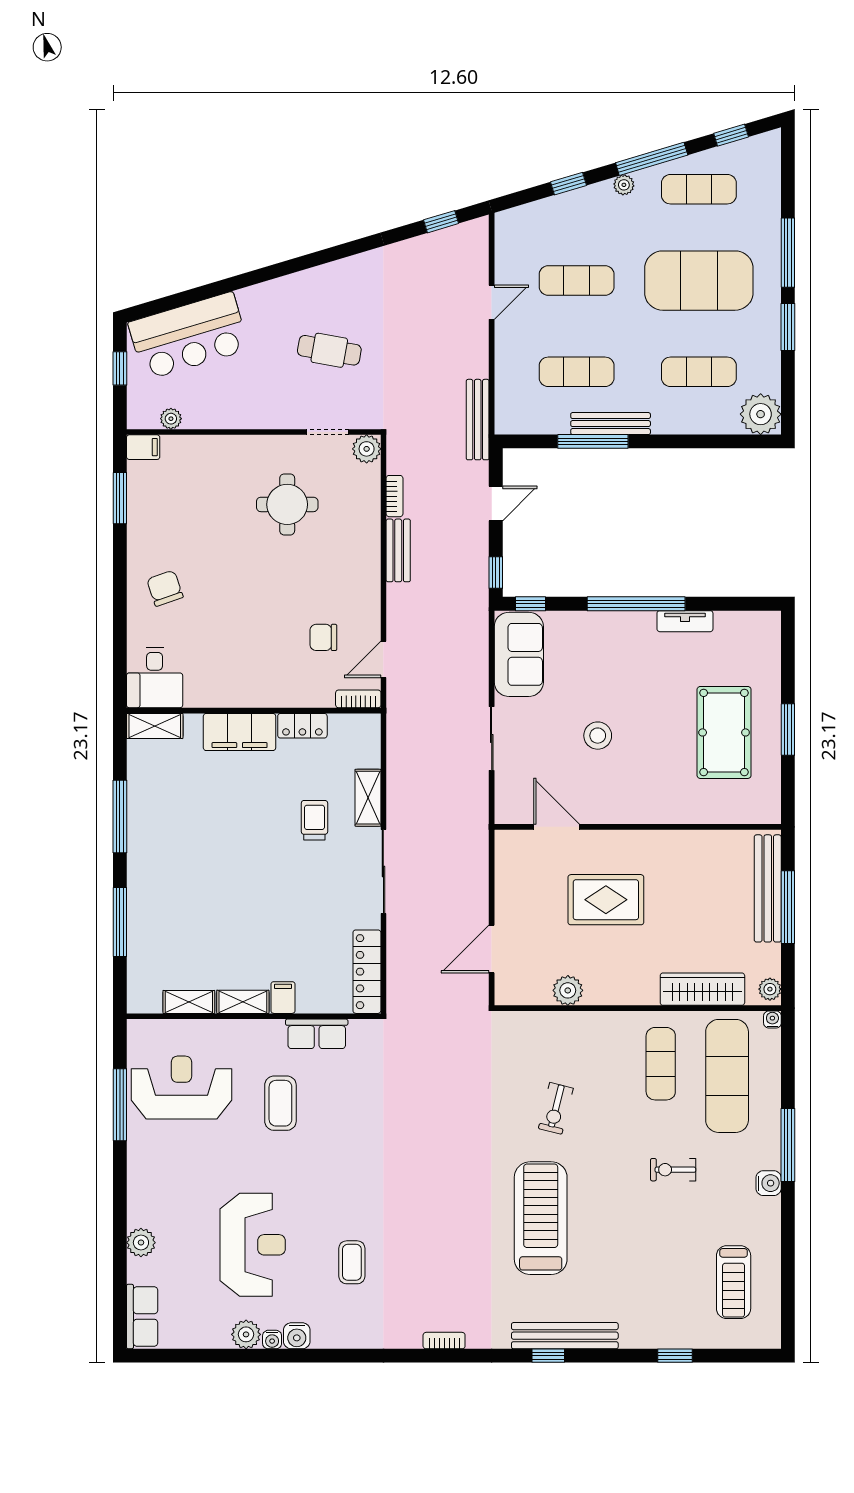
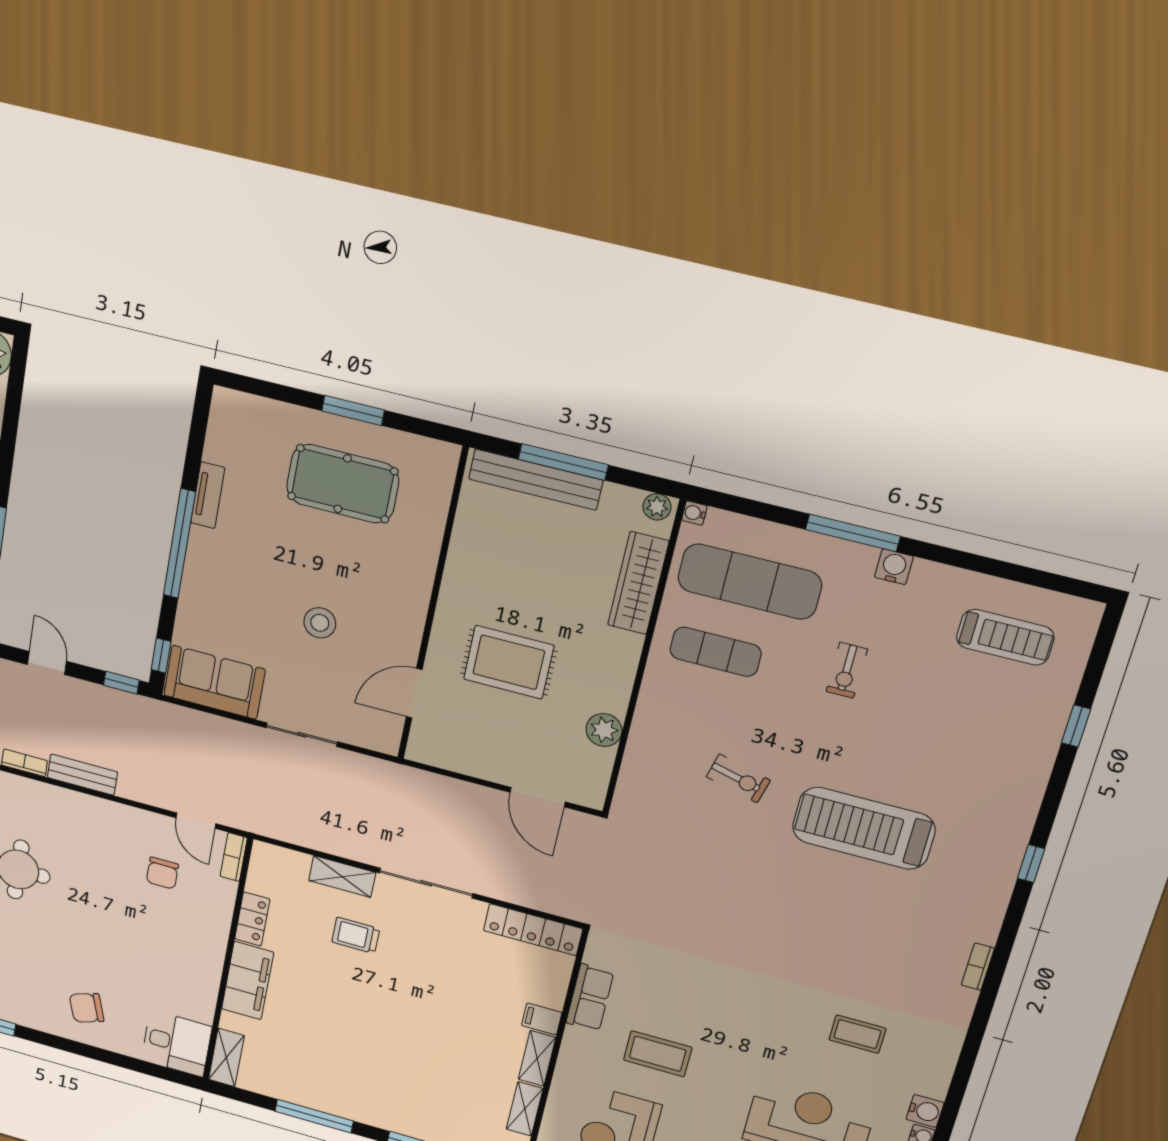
rug: (606, 900) -> (509, 662), turned 90
bench: (565, 1336) -> (1013, 840), removed

